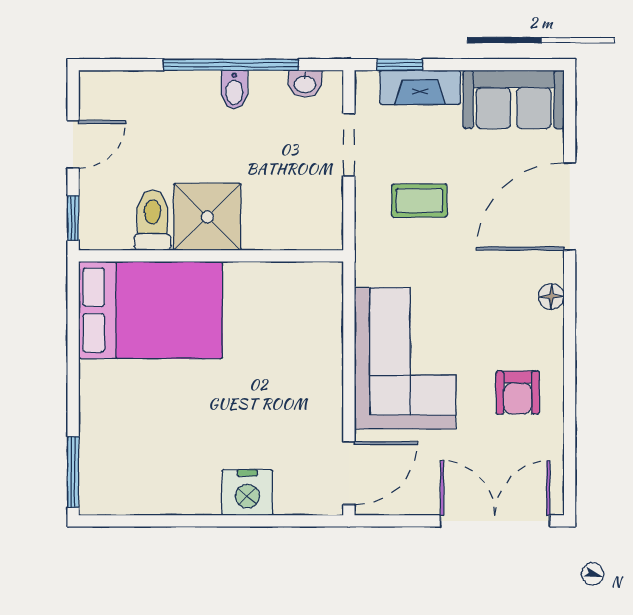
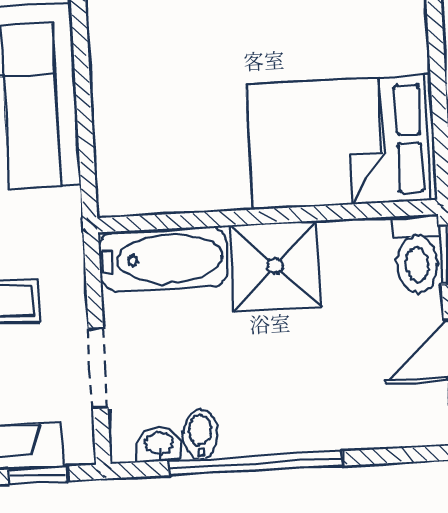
bidet: (234, 90) -> (200, 434), moved
toilet: (152, 220) -> (417, 254), moved
bathtub: (294, 227) -> (163, 259), added

